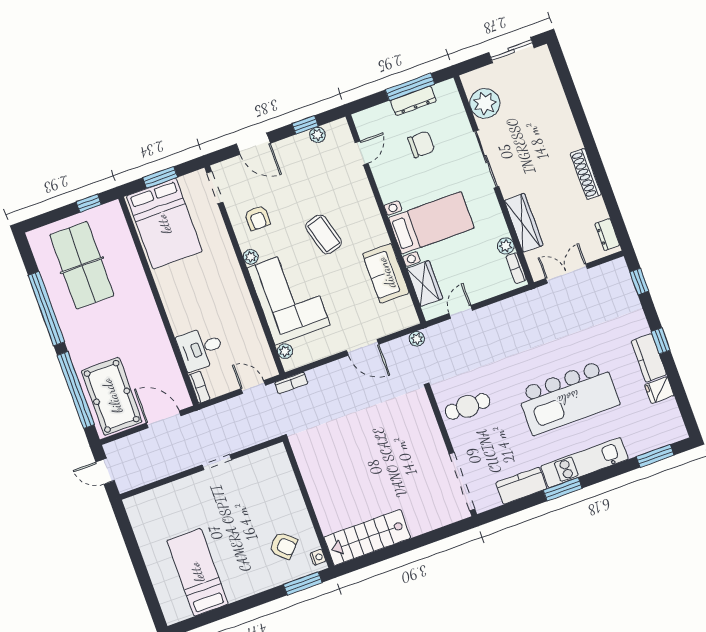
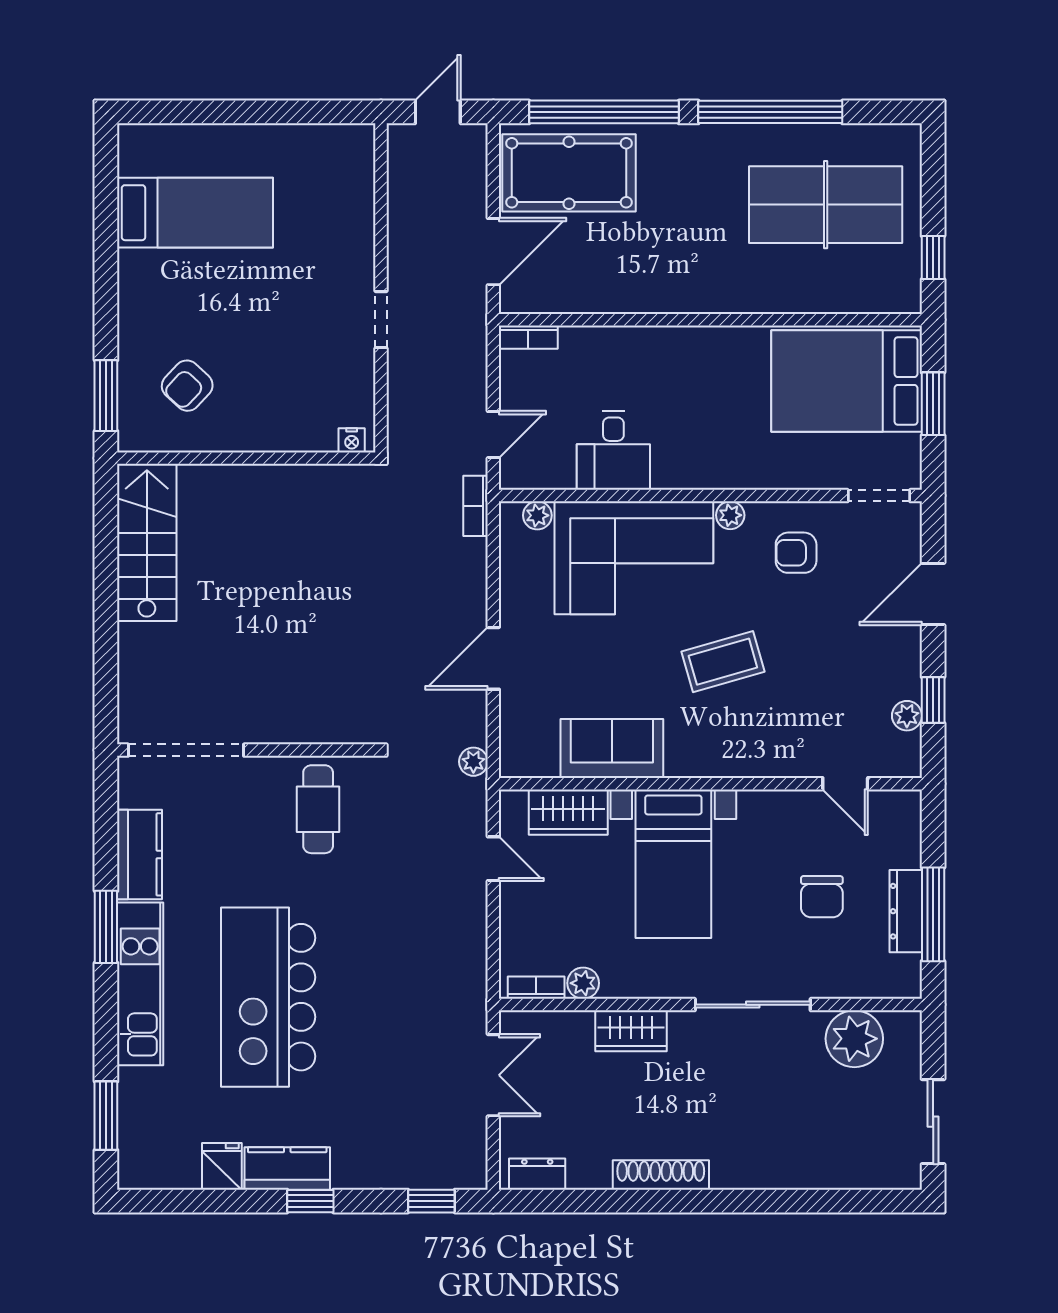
wardrobe: (524, 223) -> (631, 1031), width x0.67
desk: (201, 349) -> (613, 451), moved, turned 180
nightstand: (318, 557) -> (352, 440), moved

